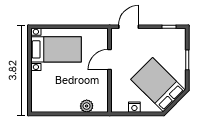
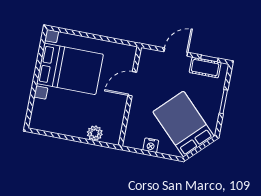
door: (129, 27) -> (176, 52), moved
cot: (167, 35) -> (205, 68), added
bed with nightstands: (56, 49) -> (70, 69), width x1.36

